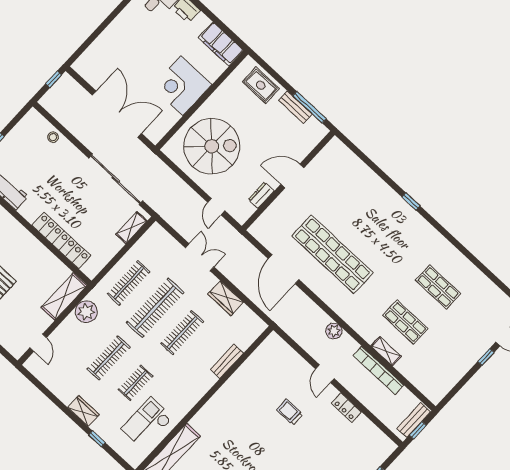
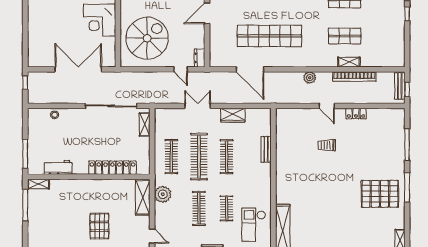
dresser: (261, 195) -> (200, 58), moved

